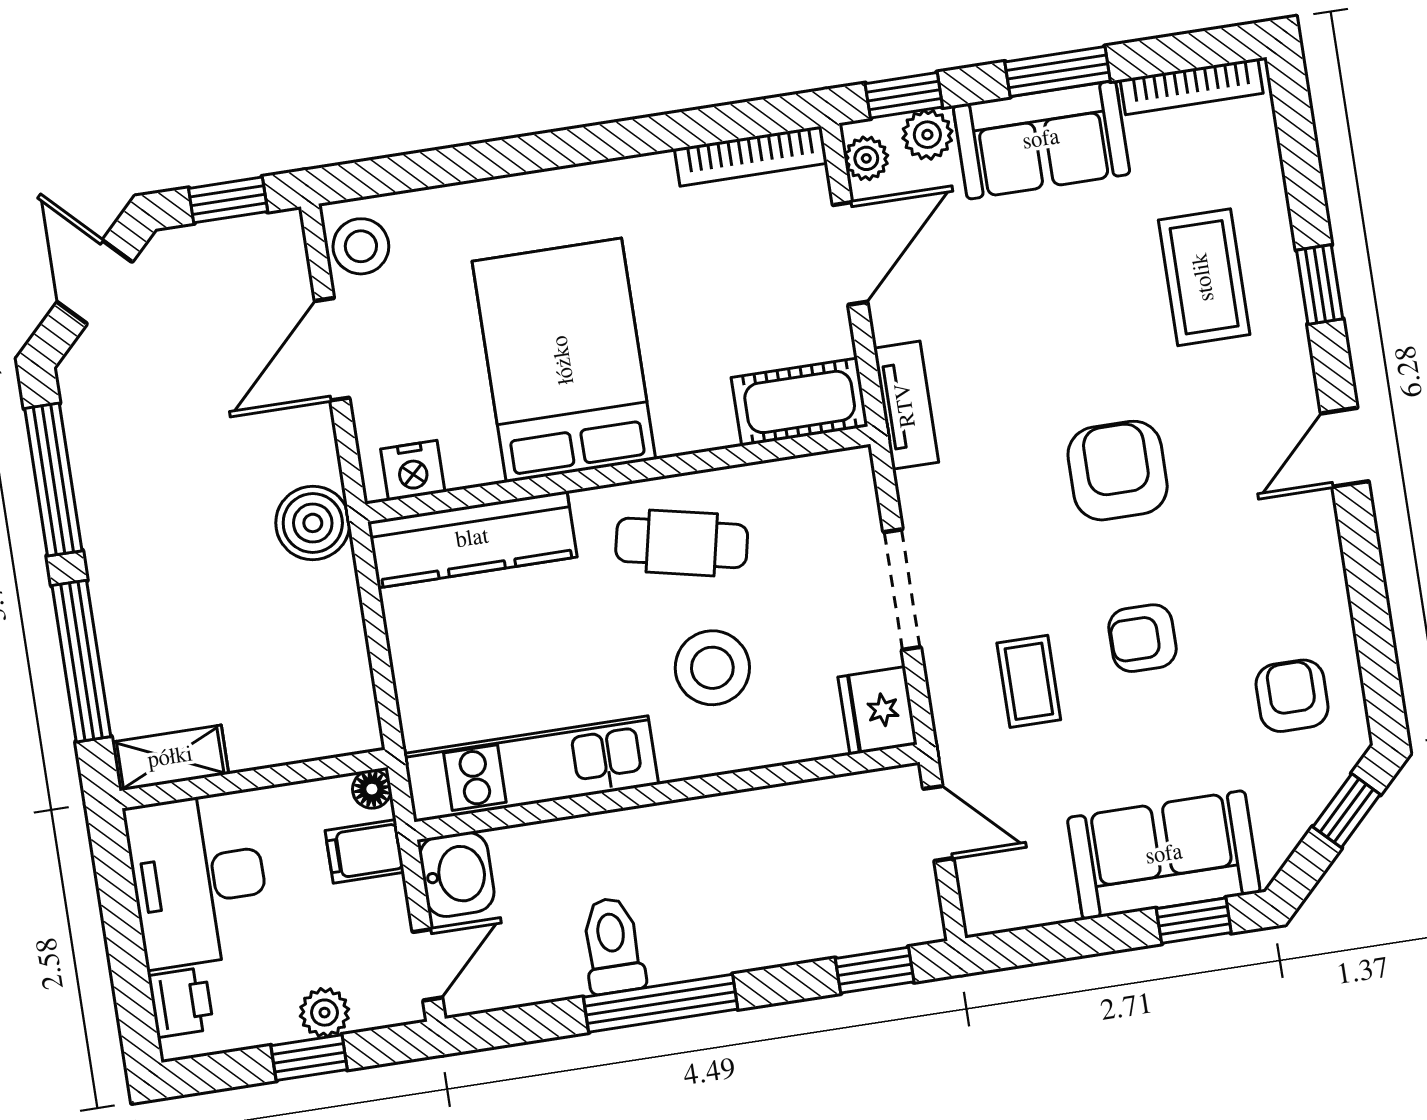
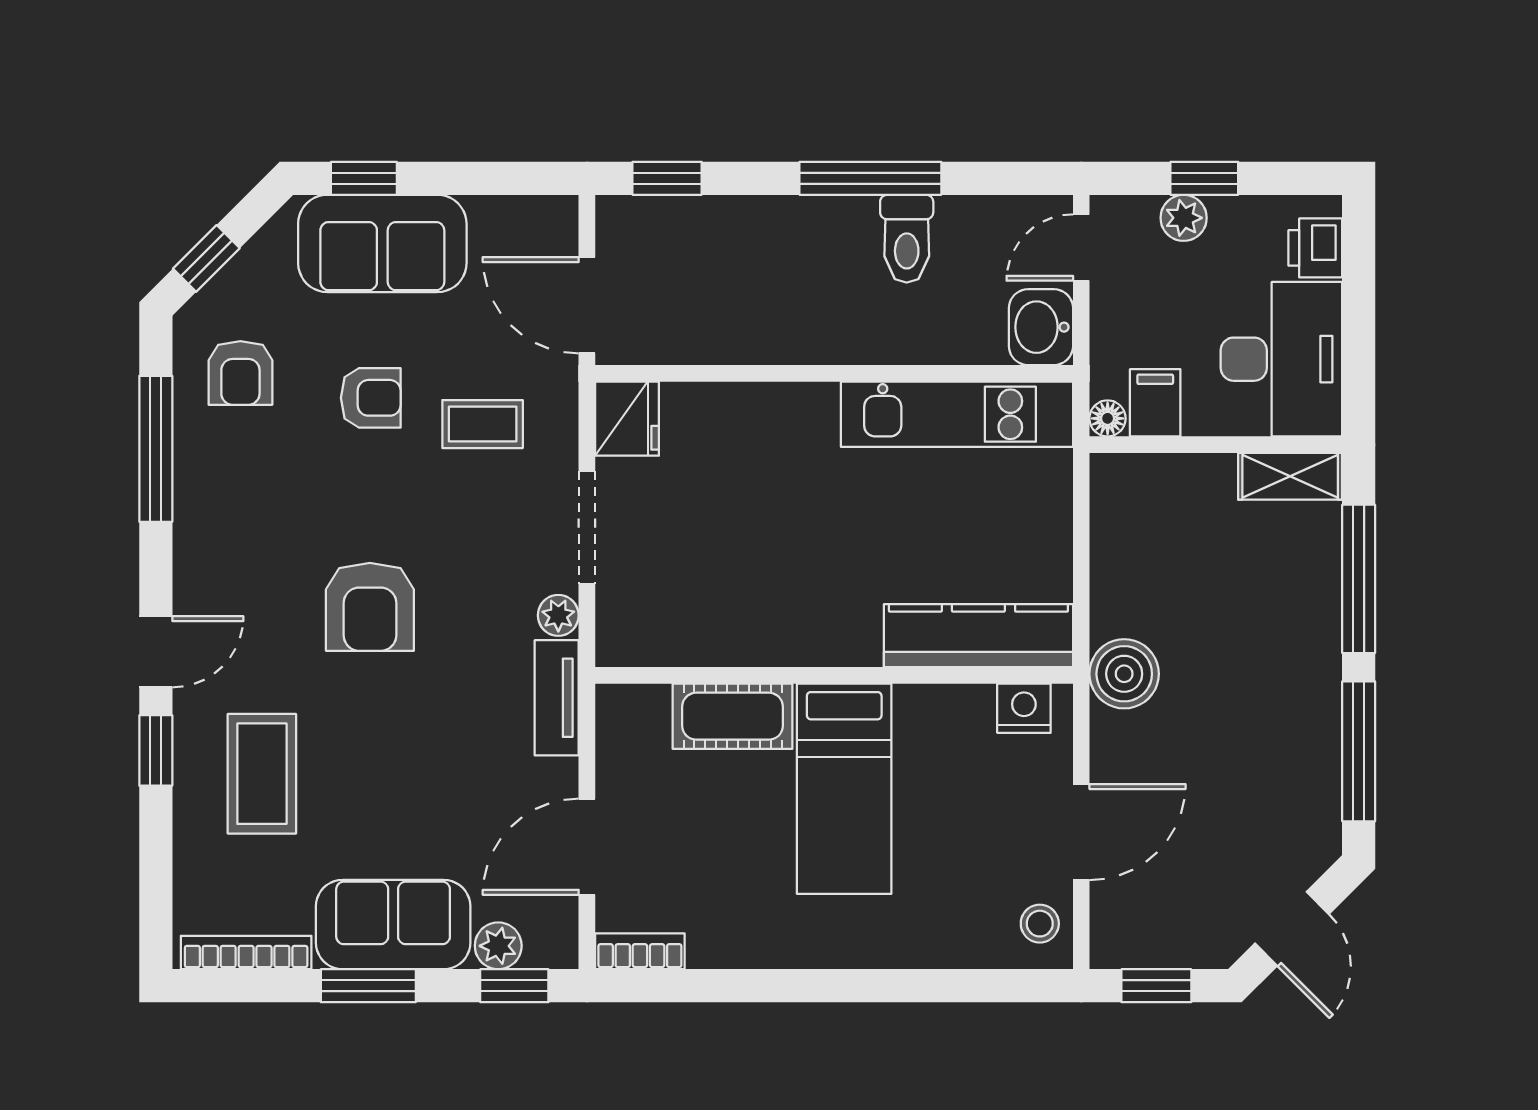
bookcase: (751, 156) -> (640, 951), width x0.64
plant: (866, 158) -> (558, 615), moved
stool: (361, 246) -> (1040, 924), width x0.73, depth x0.73
bed: (564, 360) -> (844, 789), width x0.67
cot: (800, 402) -> (733, 716), moved
door: (1345, 447) -> (156, 652), moved
cafe table: (682, 543) -> (785, 602), removed
window: (1369, 602) -> (156, 449), added
armchair: (1142, 638) -> (371, 398), moved
stool: (712, 668) -> (774, 482), removed
coffee table: (1029, 681) -> (483, 424), turned 90
door: (938, 823) -> (587, 305), width x1.38
filing cabinet: (365, 851) -> (1155, 403), moved, turned -90

